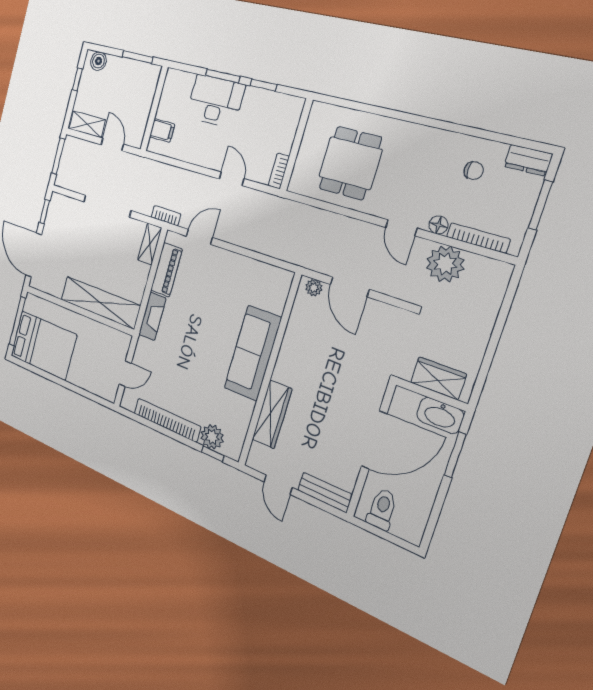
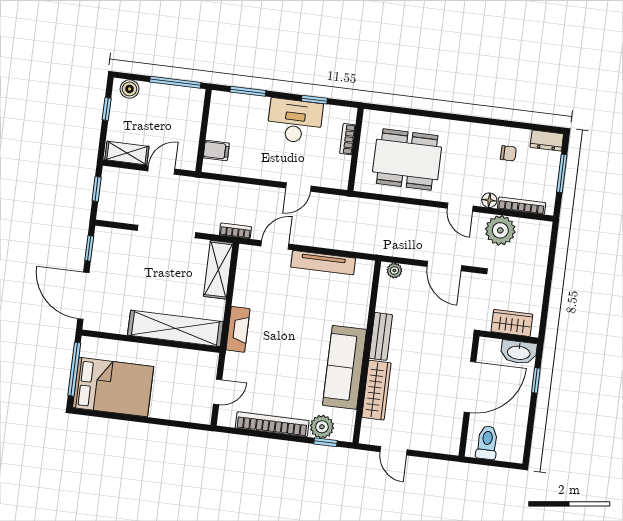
window: (137, 57) -> (175, 82), width x1.44
window: (223, 76) -> (248, 91), moved
desk: (215, 101) -> (295, 121), moved
door: (112, 144) -> (161, 170), hinge flipped
window: (58, 156) -> (97, 189), width x0.67
dining table: (350, 163) -> (407, 159), width x1.38
bookcase: (279, 171) -> (348, 139), moved
door: (232, 179) -> (298, 187), swing flipped
shelving: (150, 244) -> (218, 270), width x1.50, depth x1.33
tv unit: (242, 264) -> (323, 263), added
piano: (166, 270) -> (245, 282), removed
door: (350, 287) -> (444, 266), moved
sofa: (253, 353) -> (345, 367), moved
window: (455, 455) -> (536, 380), width x0.67
bench: (325, 492) -> (381, 336), moved, turned 90

